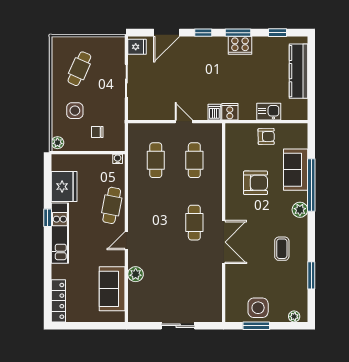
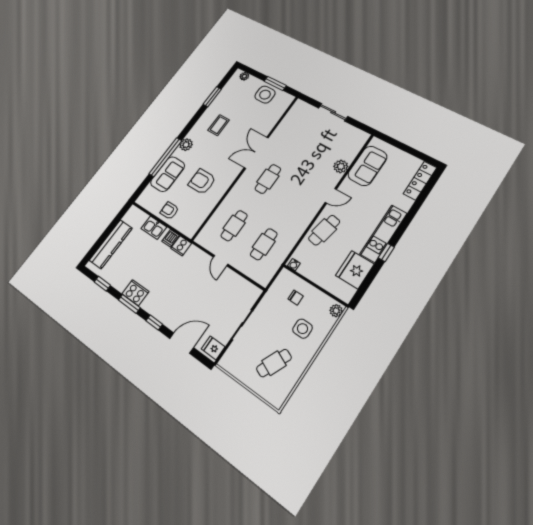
dishwasher: (214, 112) -> (170, 238), moved

